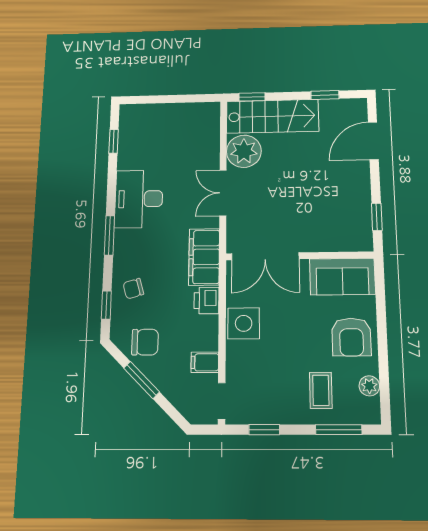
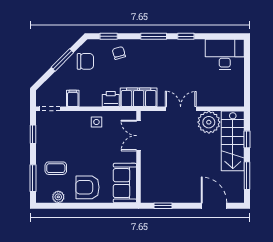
window: (325, 95) -> (247, 176), width x1.50
window: (252, 97) -> (247, 139), moved
window: (114, 141) -> (186, 36), moved
desk: (139, 199) -> (225, 54), moved
double door: (265, 256) -> (139, 136), width x0.73
side table: (244, 323) -> (96, 122), width x0.54, depth x0.54
chair: (145, 342) -> (85, 61), turned -90

